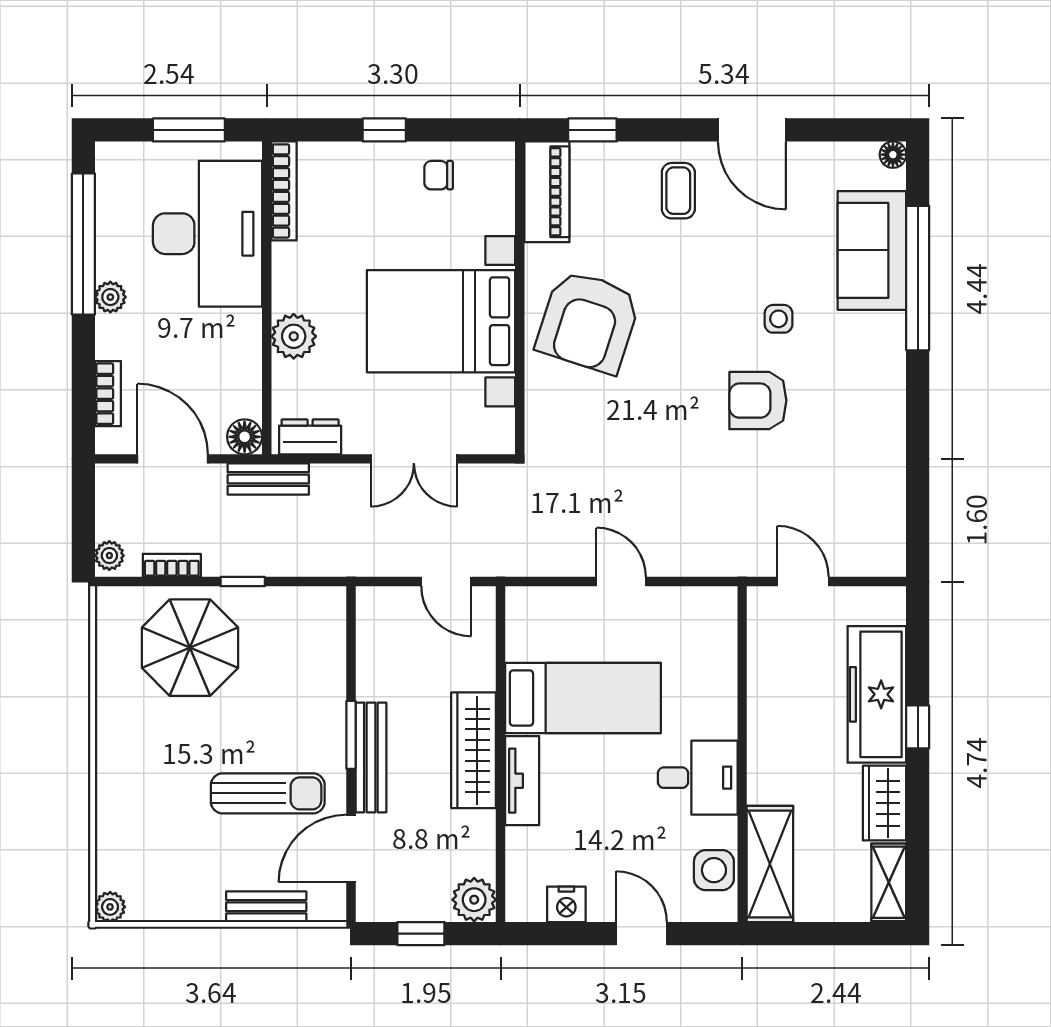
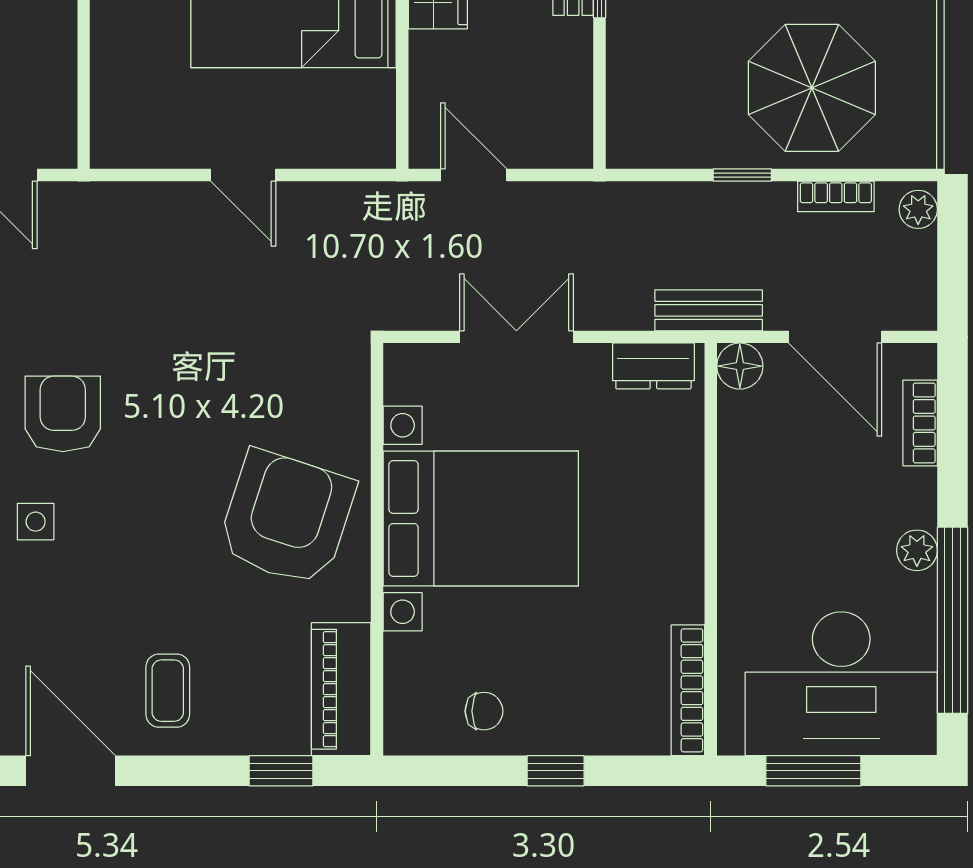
desk: (208, 234) -> (841, 684), moved, turned -90
plant: (294, 336) -> (675, 499), removed
armchair: (758, 401) -> (63, 414), turned -90

